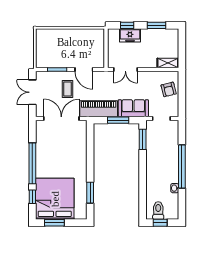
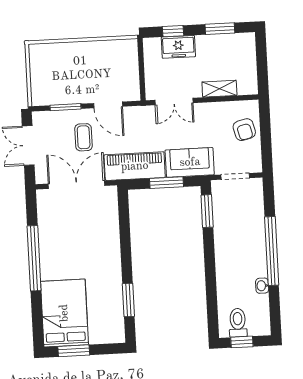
shelving: (168, 63) -> (219, 89), moved
window: (32, 197) -> (37, 311), removed
bed: (55, 199) -> (64, 313), width x0.73

